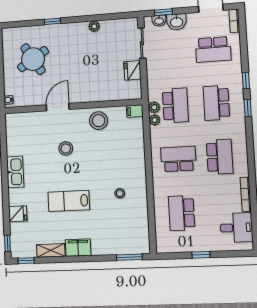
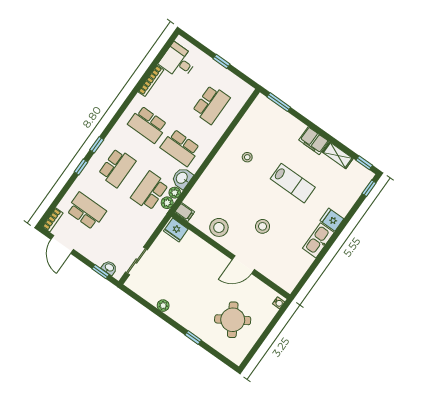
washbasin: (177, 22) -> (182, 178), moved, turned -90
fridge: (132, 70) -> (176, 230), moved, turned 90
school desk: (220, 157) -> (148, 124), turned -90
fridge: (18, 214) -> (332, 220), moved

